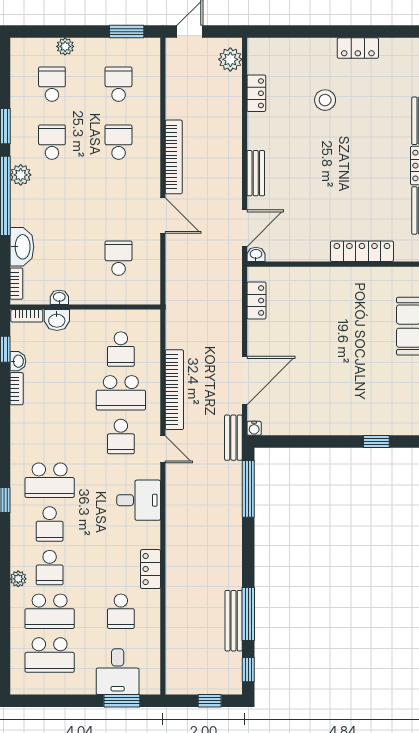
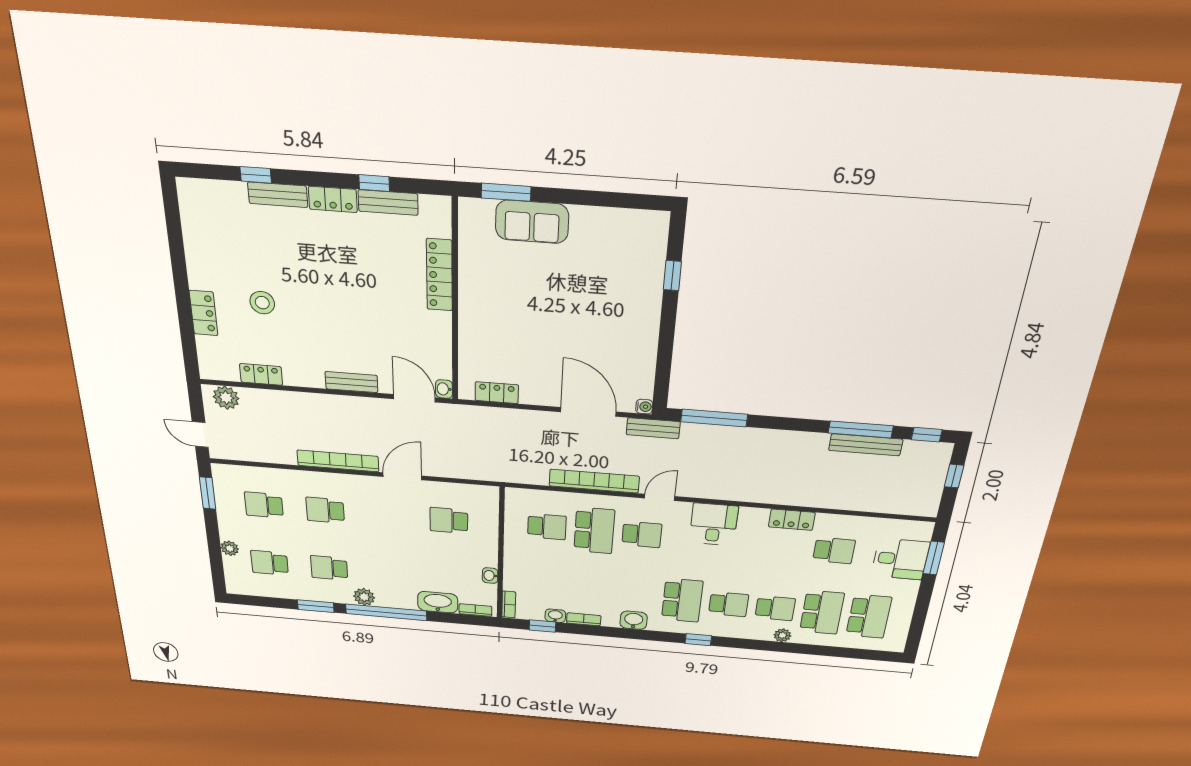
locker: (358, 48) -> (204, 313), moved
washbasin: (57, 320) -> (634, 620), moved, turned -90

